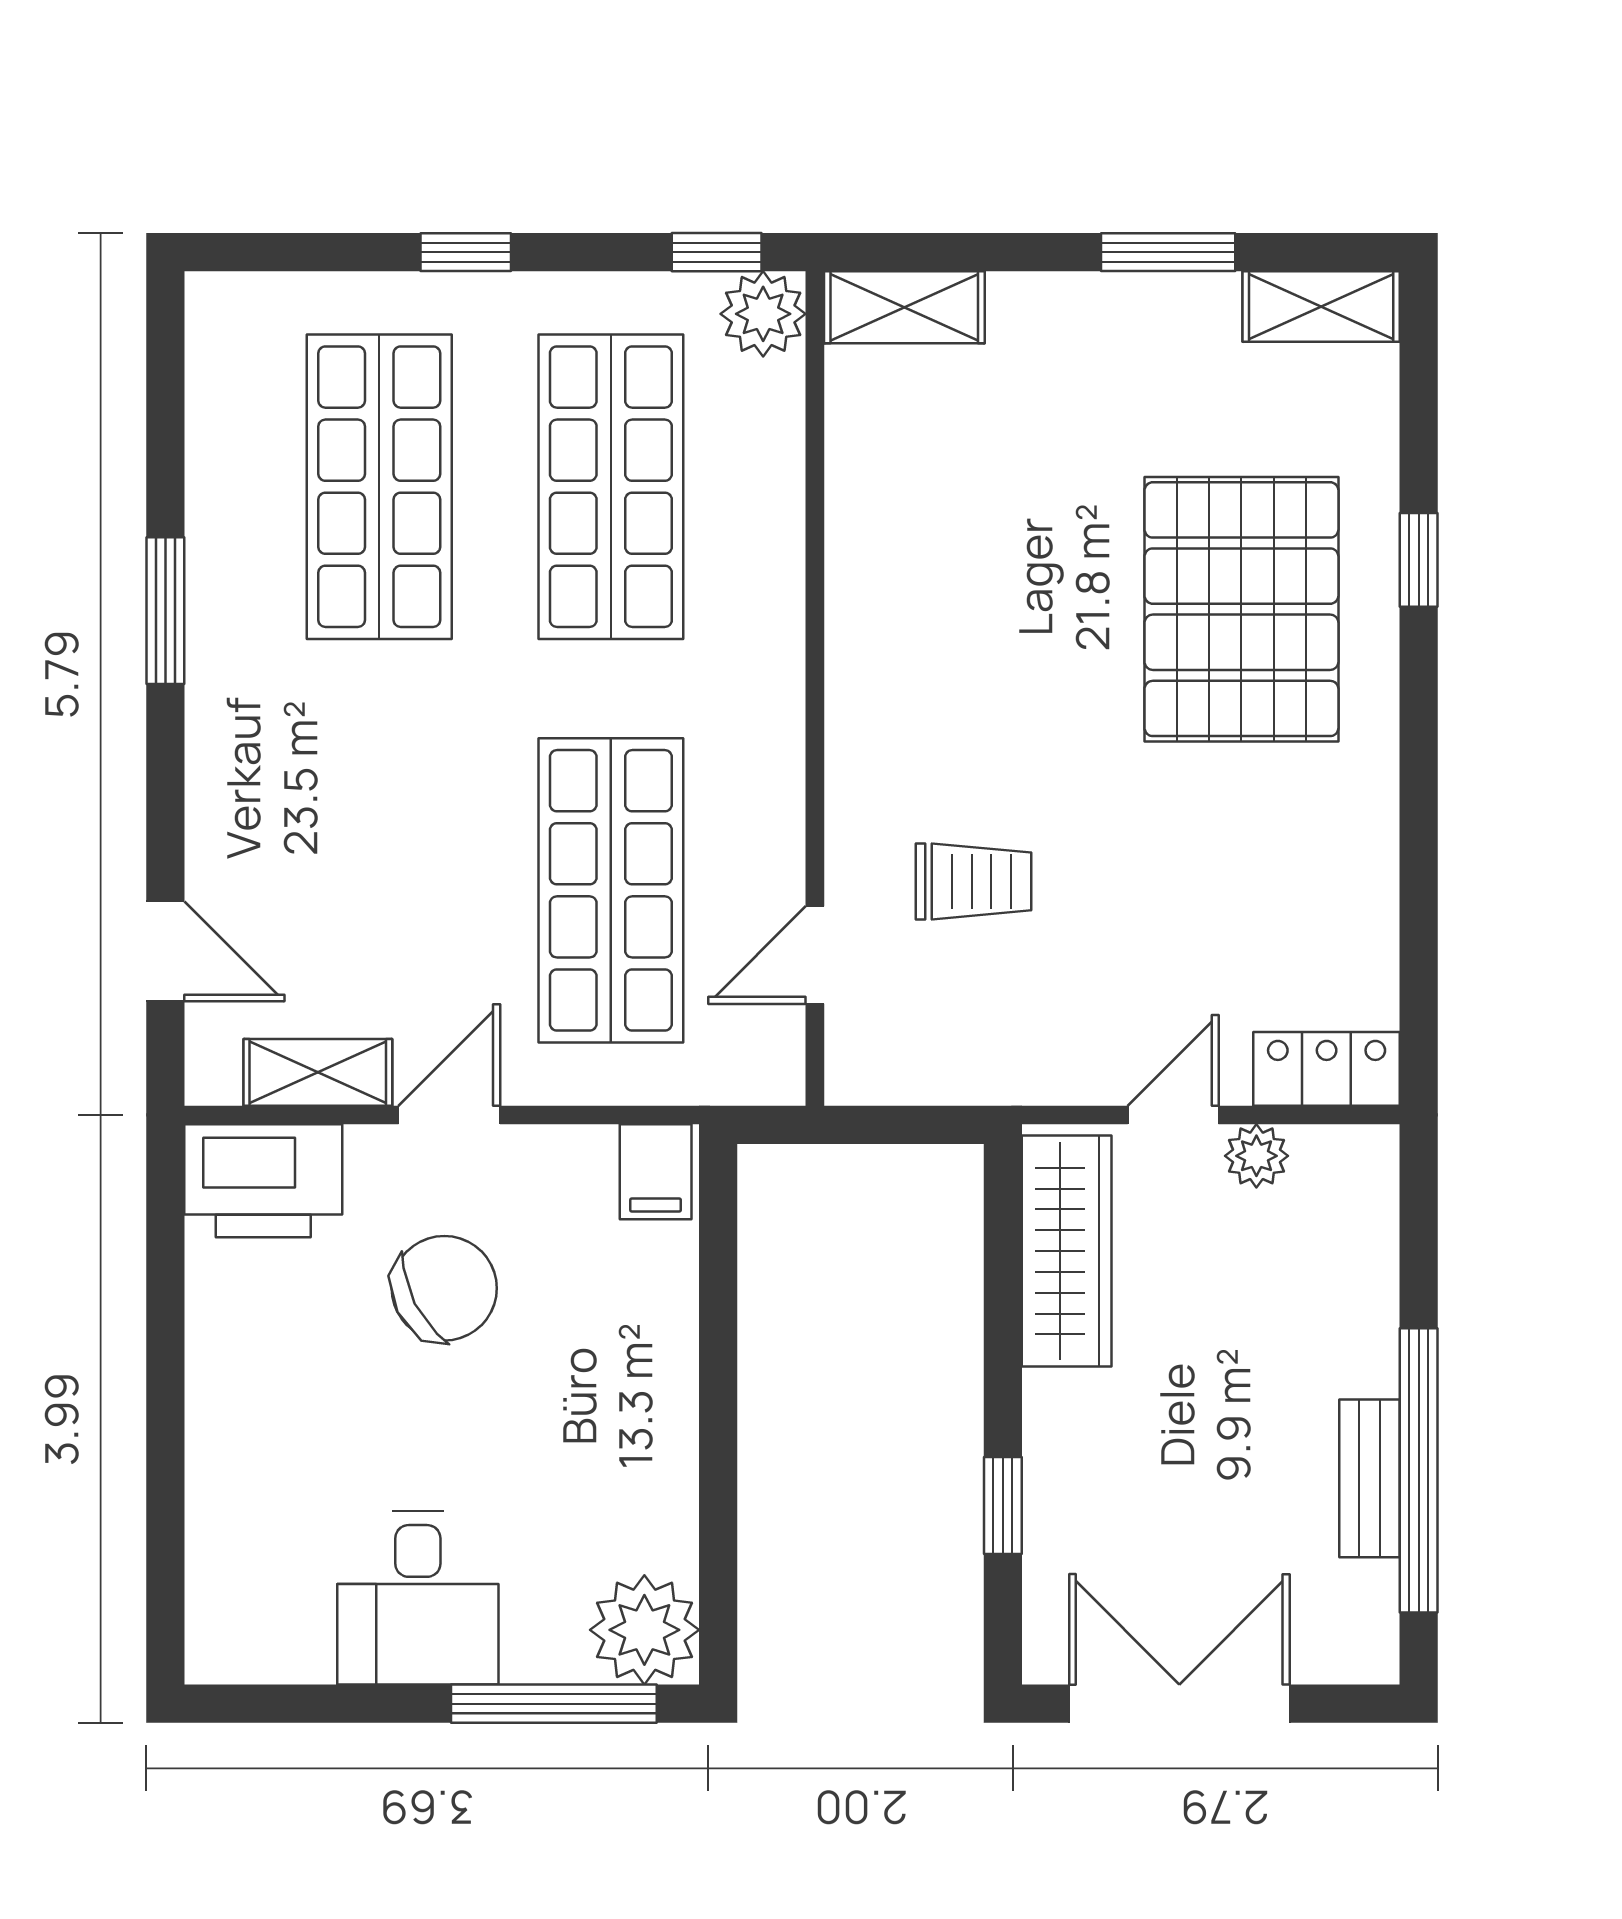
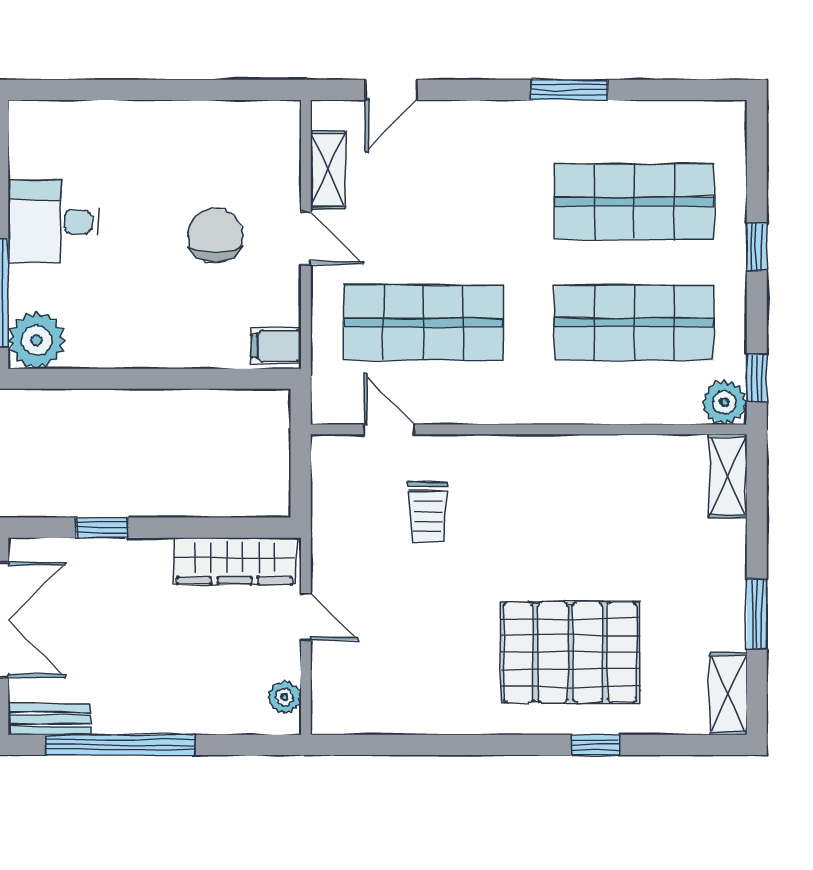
locker: (1327, 1069) -> (330, 697), removed
plant: (1256, 1156) -> (284, 697), moved
printer: (263, 1181) -> (271, 141), removed
chair: (444, 1288) -> (215, 236), turned -153
bench: (1370, 1478) -> (49, 719), moved

